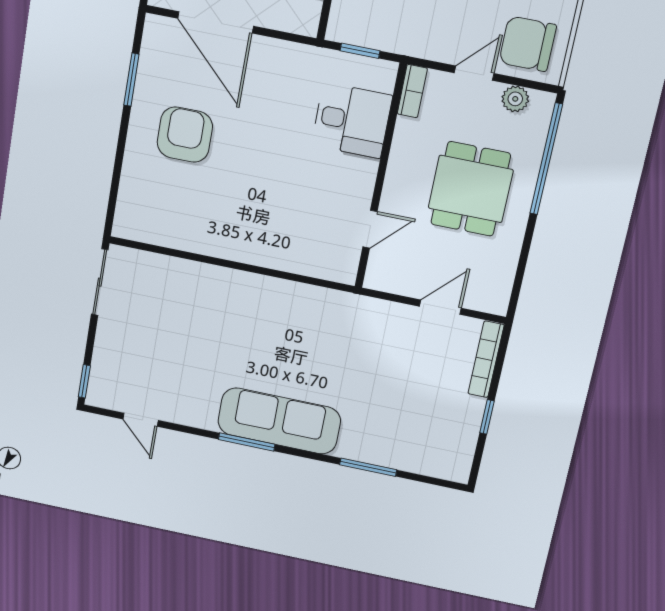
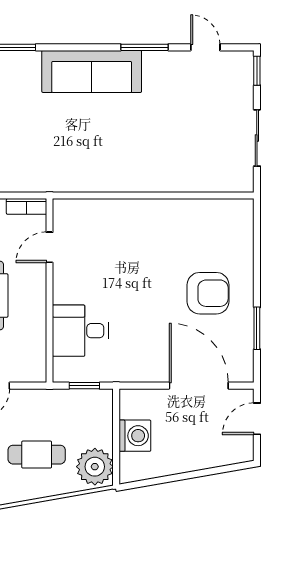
bookcase: (412, 91) -> (27, 206), moved, turned -90
armchair: (185, 135) -> (208, 293), turned -90
sliding door: (100, 282) -> (257, 138), moved
window: (247, 442) -> (144, 47), moved

